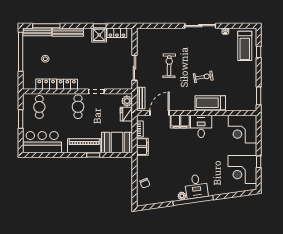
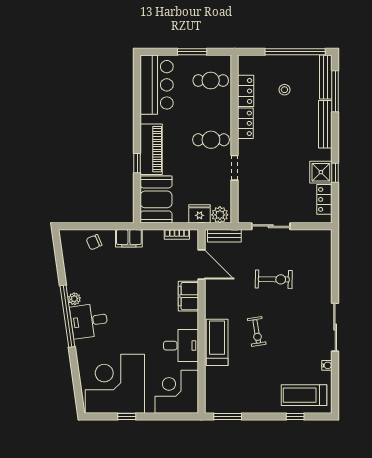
desk: (201, 126) -> (181, 346), moved
filing cabinet: (142, 147) -> (129, 238), moved
corner desk: (242, 170) -> (115, 384), width x1.36, depth x1.36

